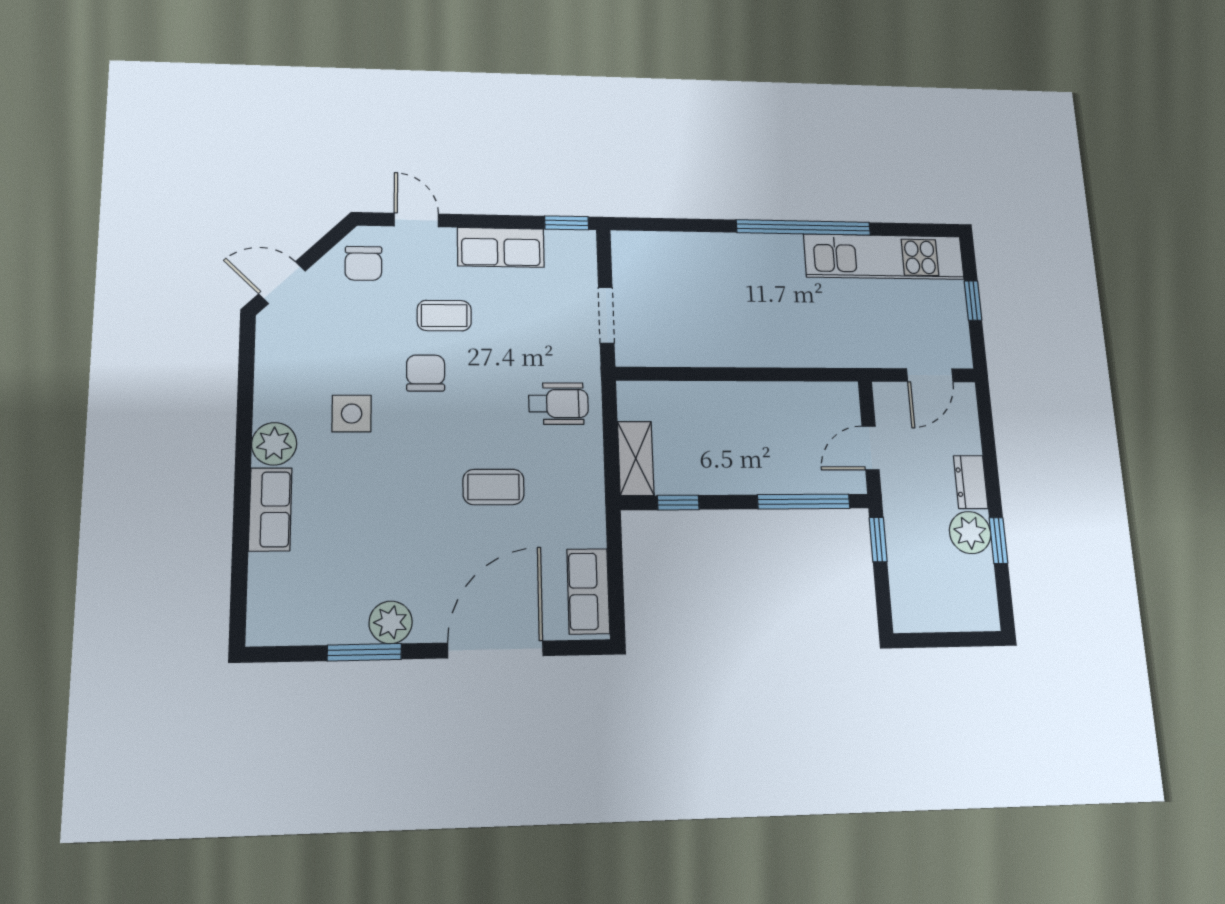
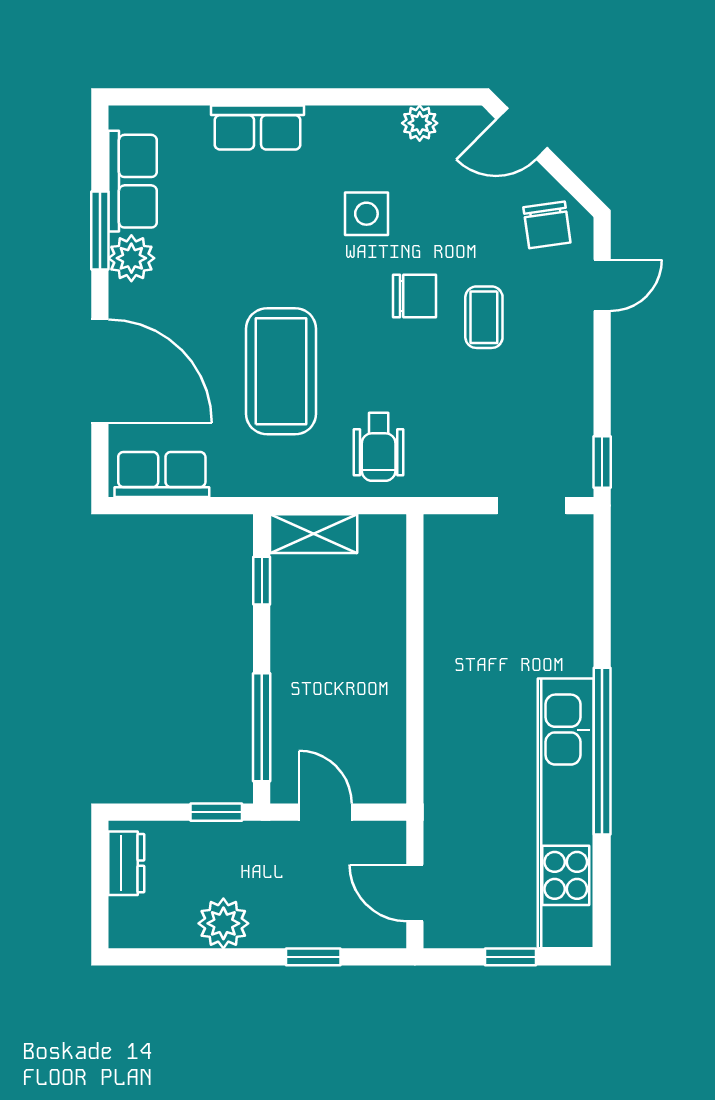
row of seats: (501, 247) -> (133, 181), moved, turned 180
kitchen unit: (884, 257) -> (566, 813), width x1.36
chair: (363, 263) -> (547, 225), turned -98
door: (282, 282) -> (522, 134), swing flipped
doorway: (606, 315) -> (532, 506), moved
plant: (274, 444) -> (420, 123), moved, width x0.73, depth x0.73
dresser: (971, 482) -> (126, 863), moved, turned 90
coffee table: (493, 487) -> (281, 371), width x1.86, depth x1.72
window: (998, 541) -> (313, 957), moved

